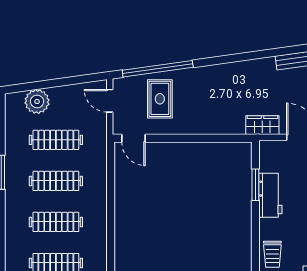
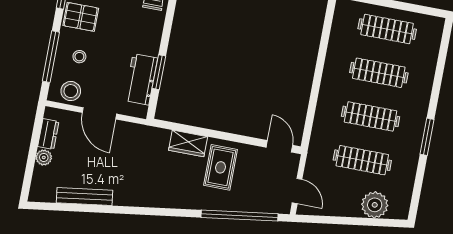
rug: (160, 99) -> (220, 167), moved
wardrobe: (262, 125) -> (188, 143), moved
workbench: (270, 195) -> (141, 79), moved

